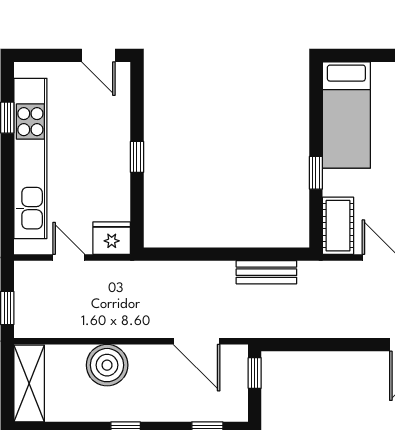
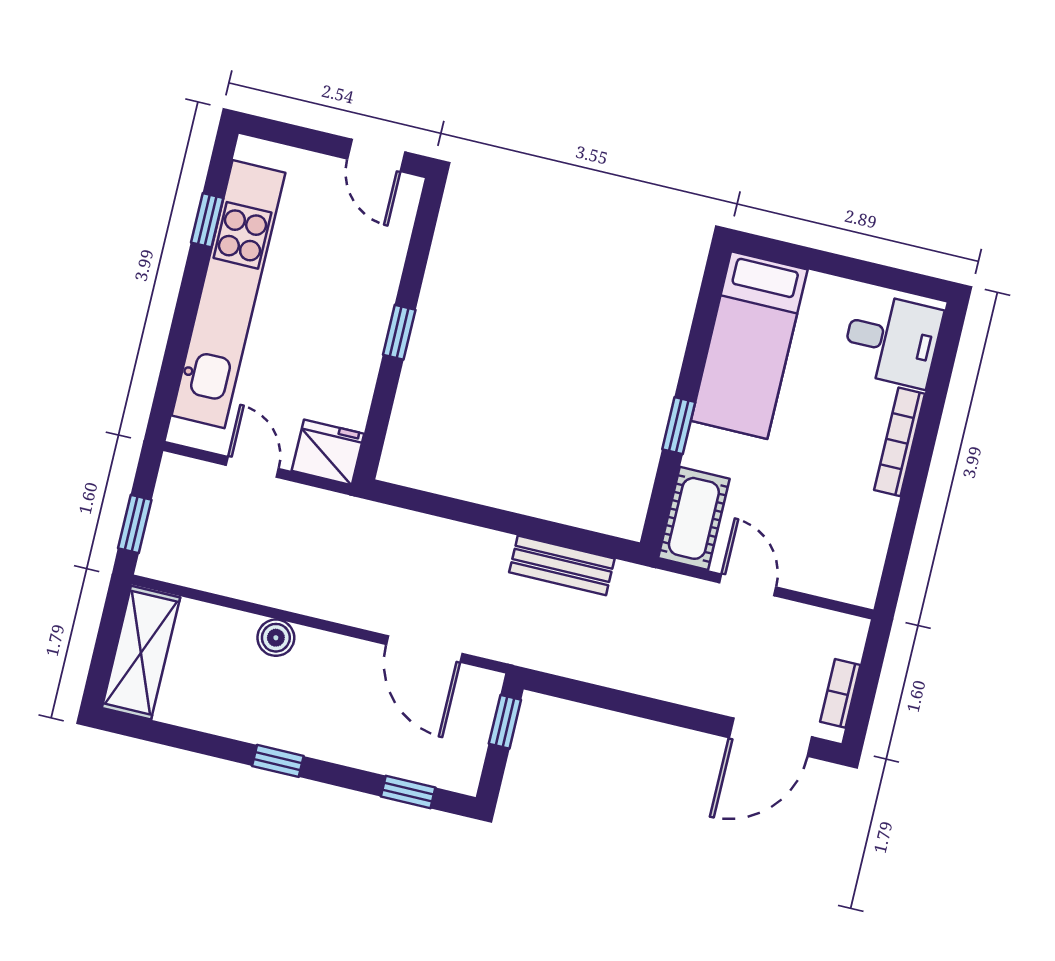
boiler: (107, 365) -> (276, 638), width x0.54, depth x0.54

